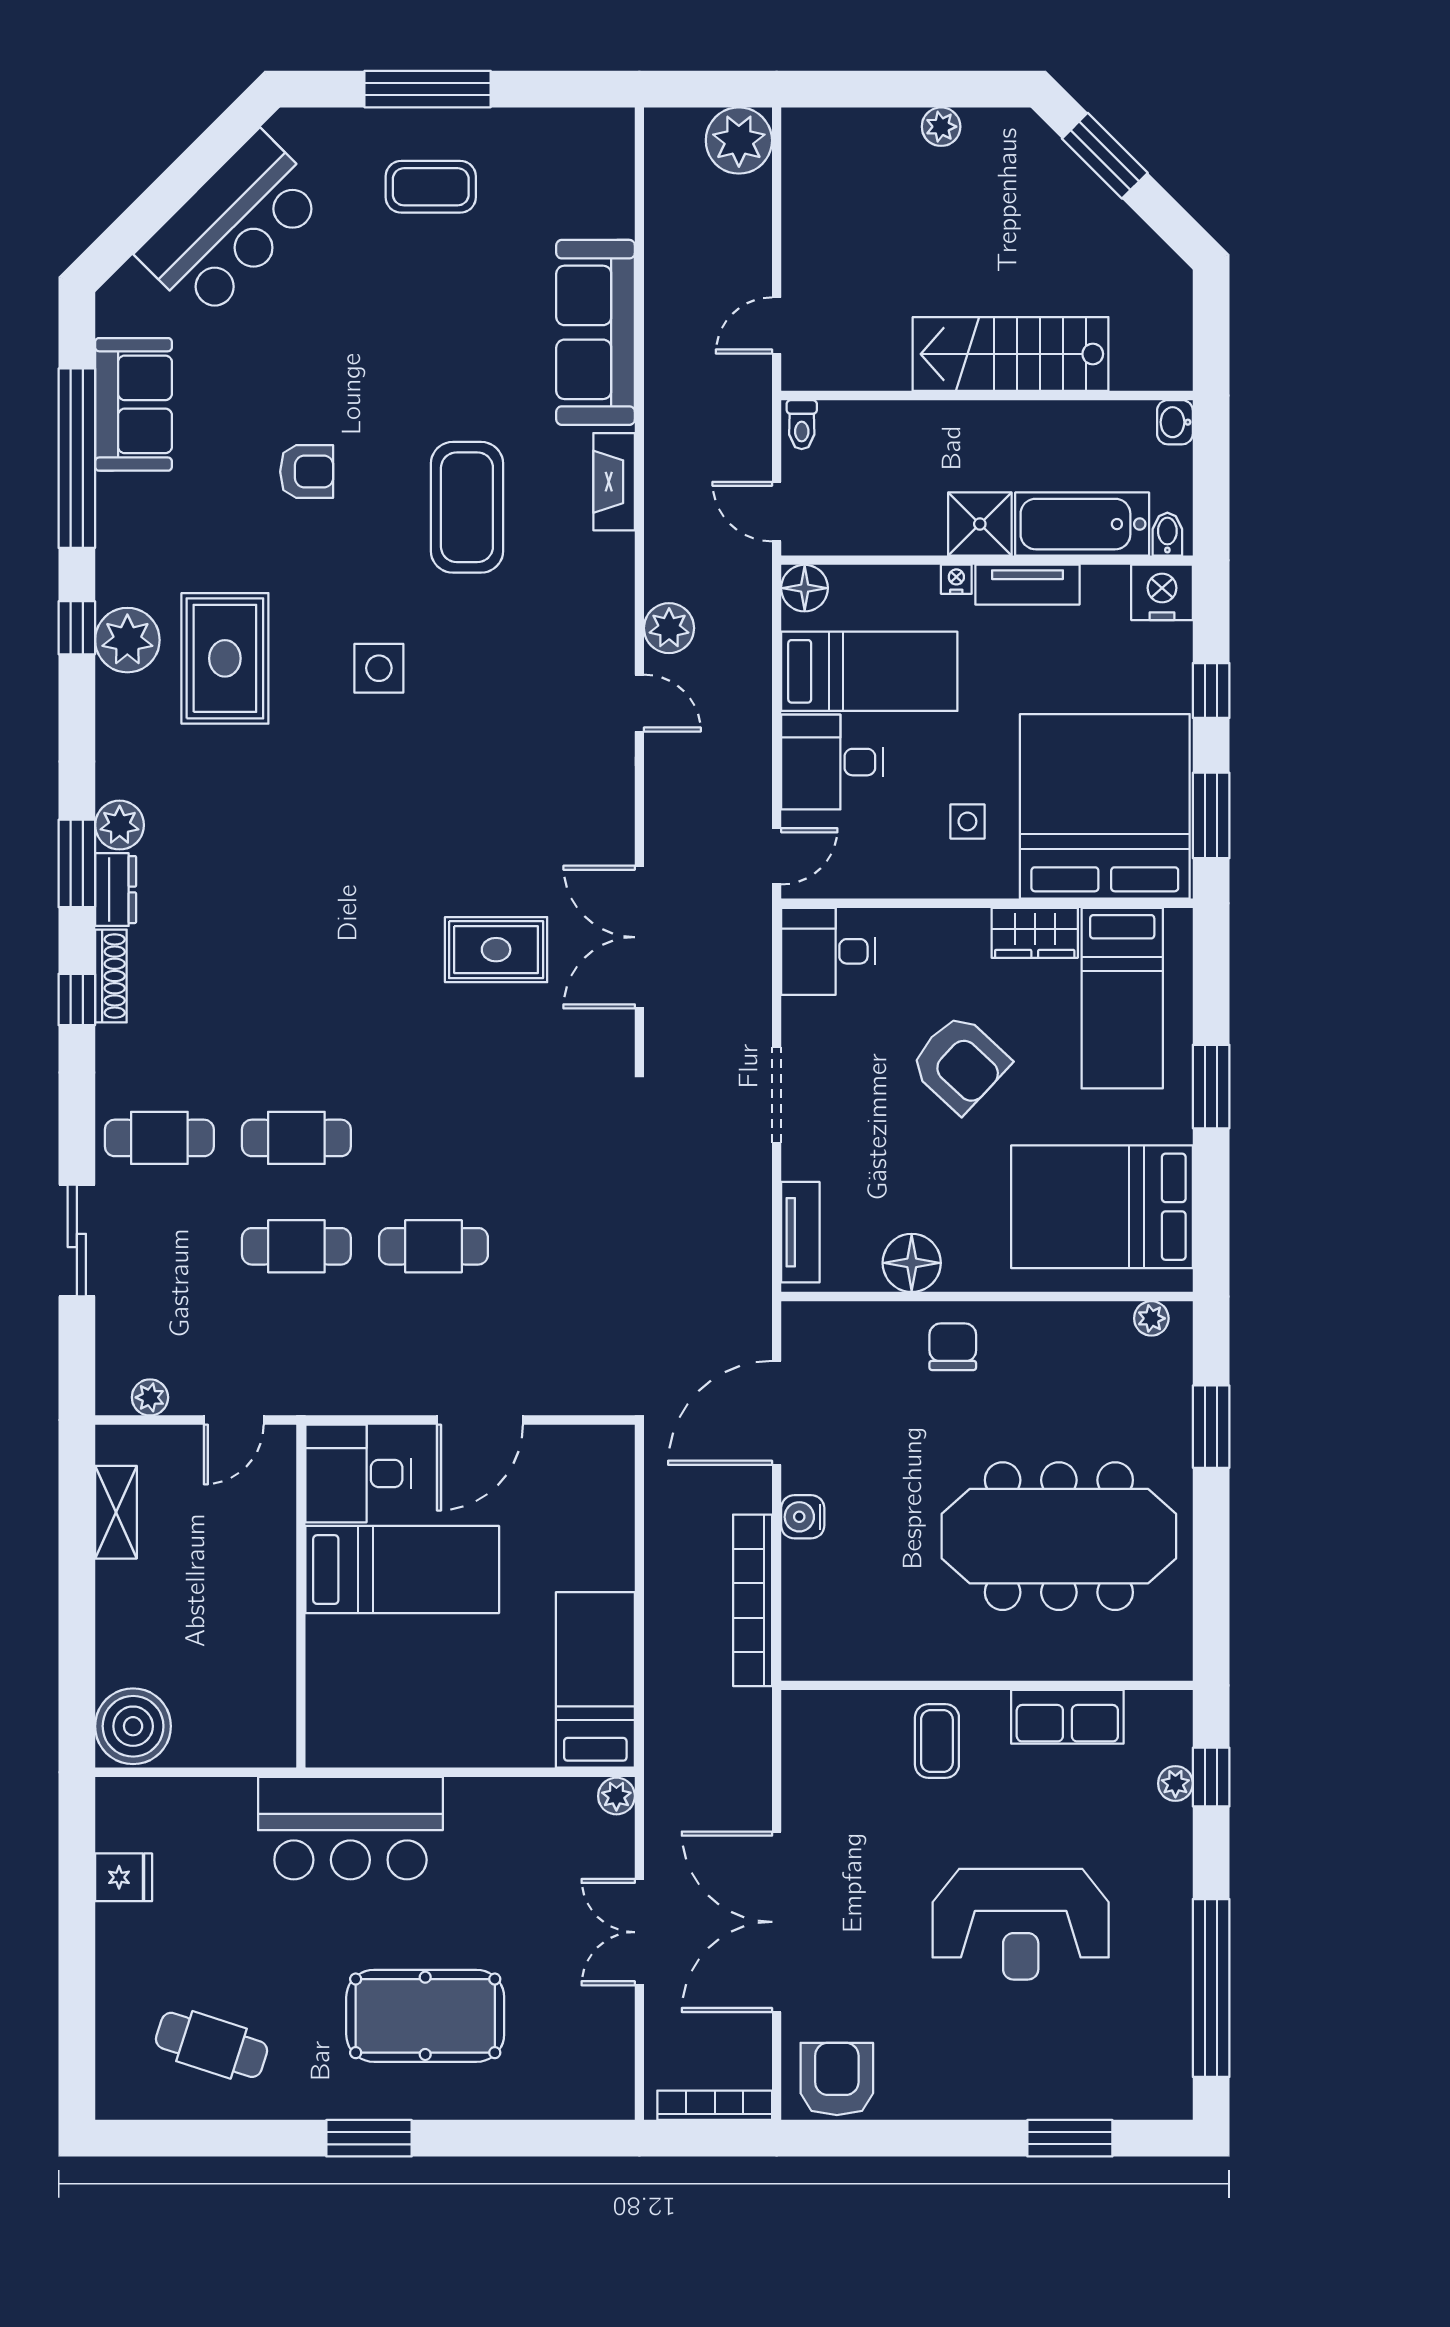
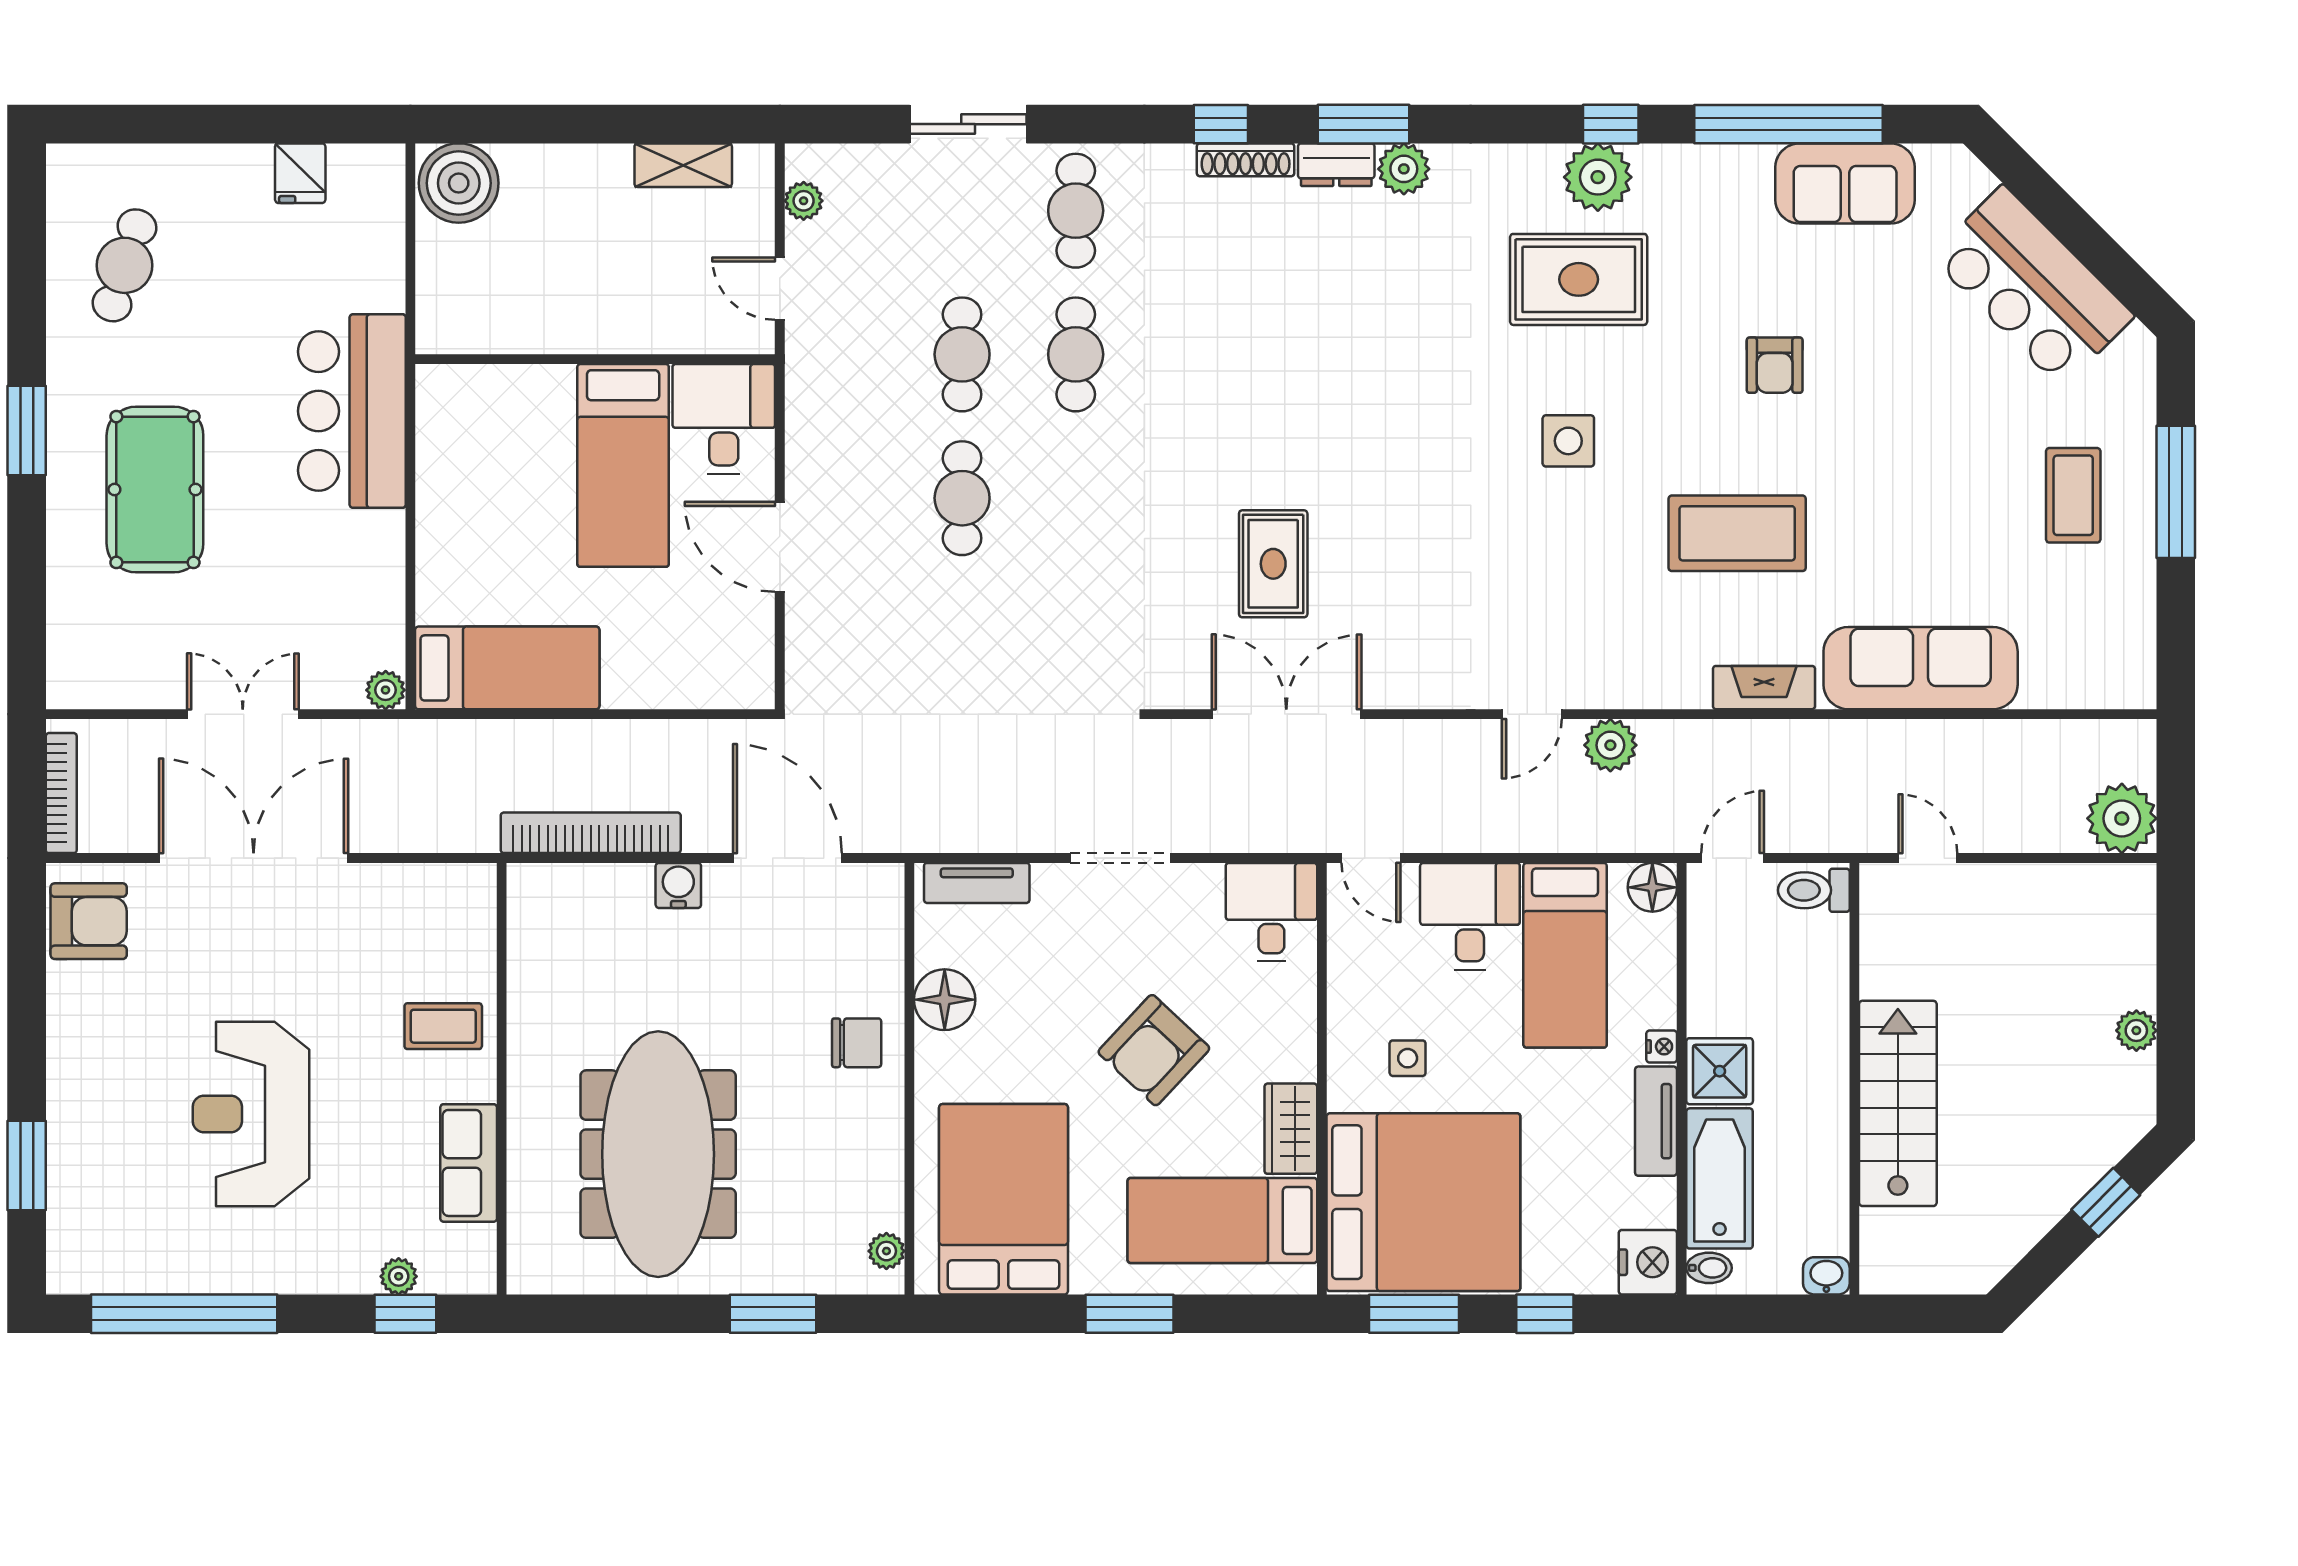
window: (1105, 156) -> (2106, 1202), width x0.67
toilet: (802, 425) -> (1814, 890), width x1.37, depth x1.39

